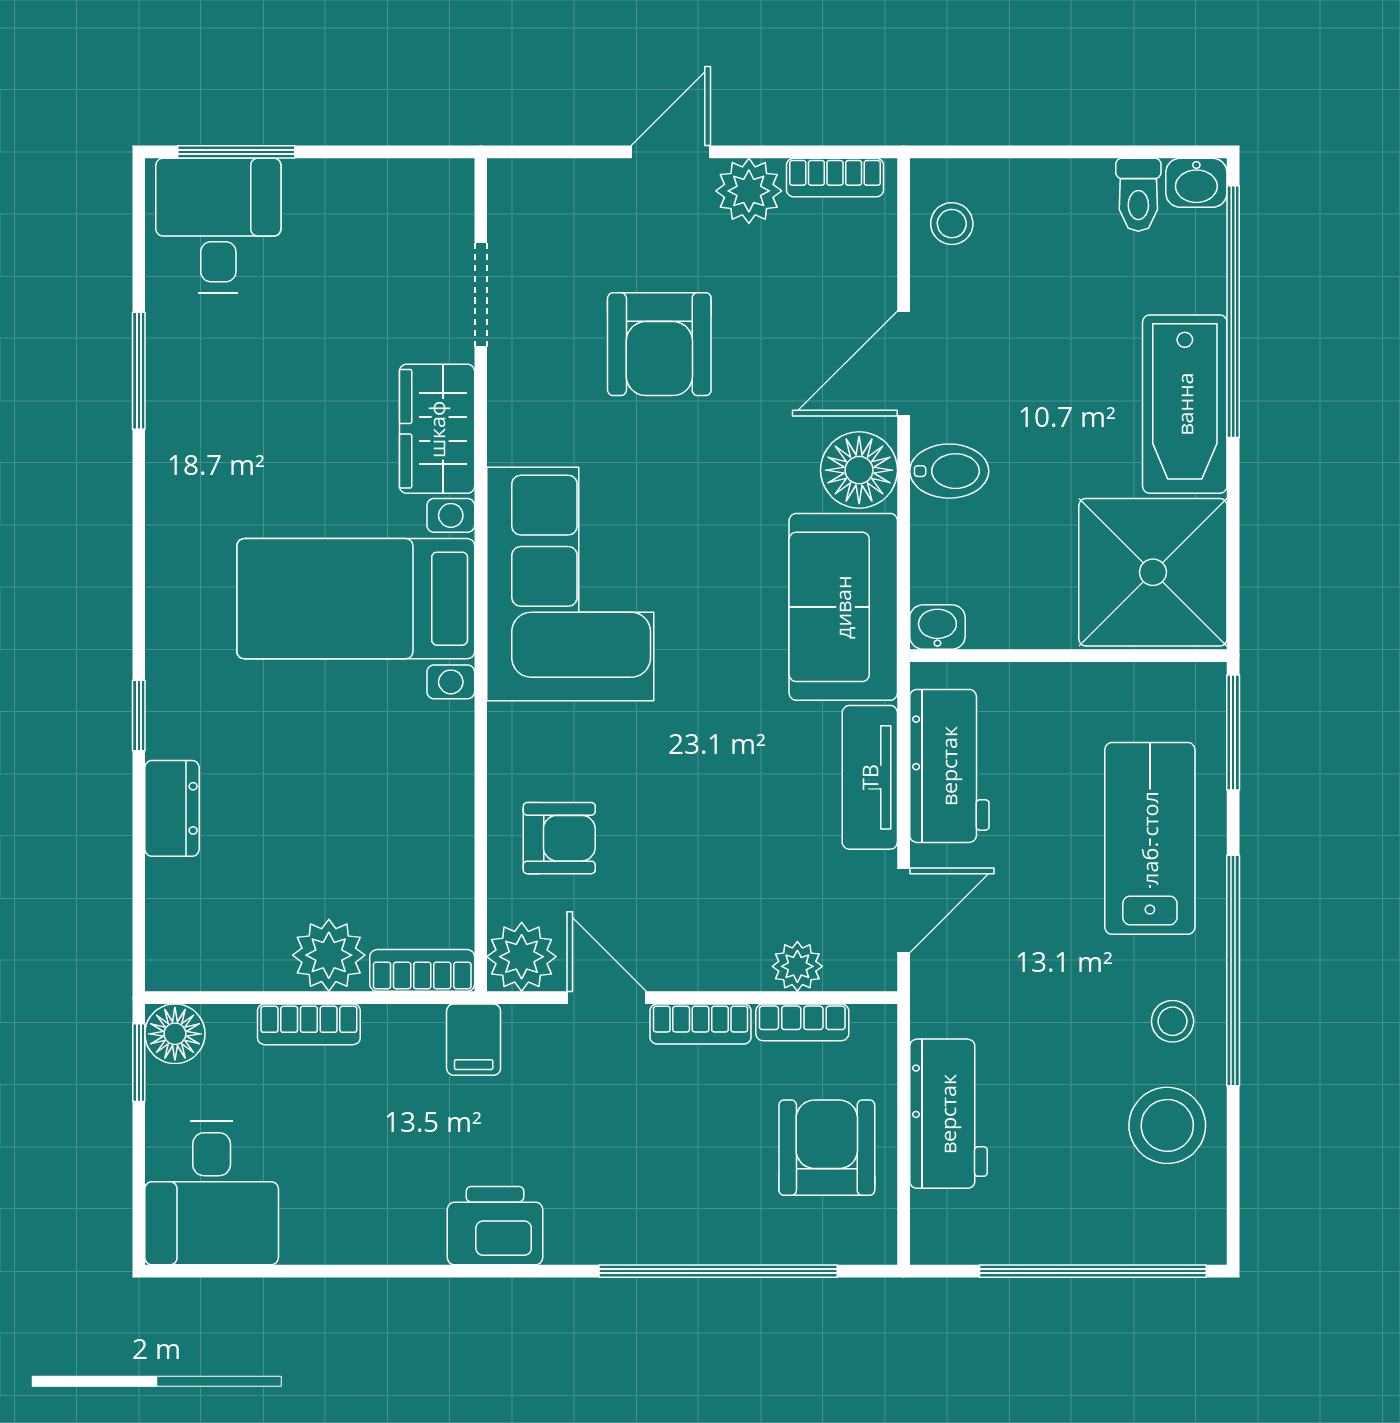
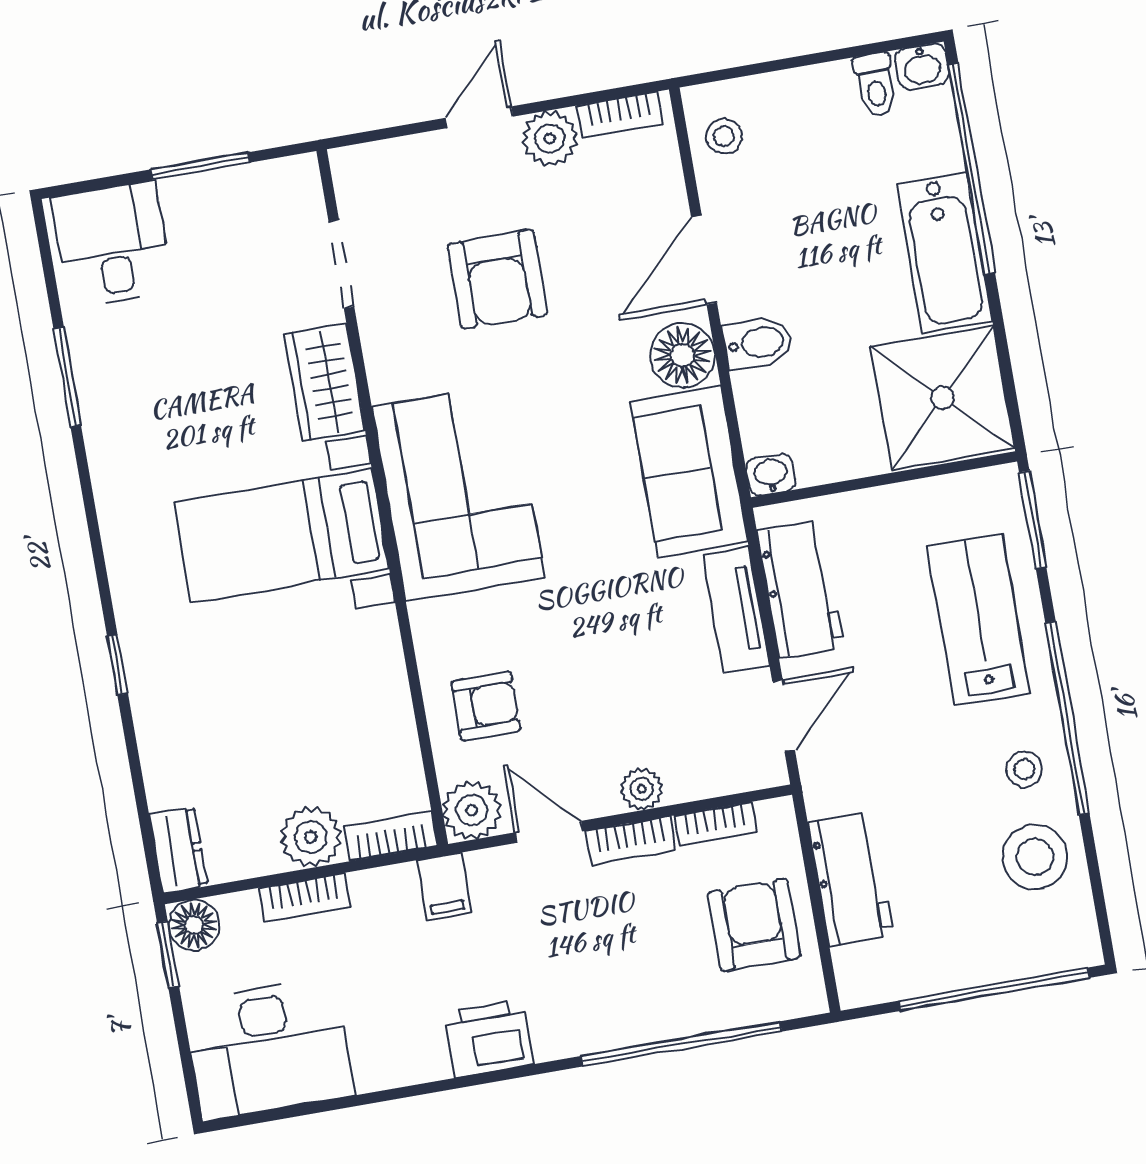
window: (236, 152) -> (200, 166), moved
dresser: (172, 808) -> (178, 850), moved
plant: (797, 966) -> (642, 789), moved
desk: (212, 1193) -> (268, 1049), width x1.37

